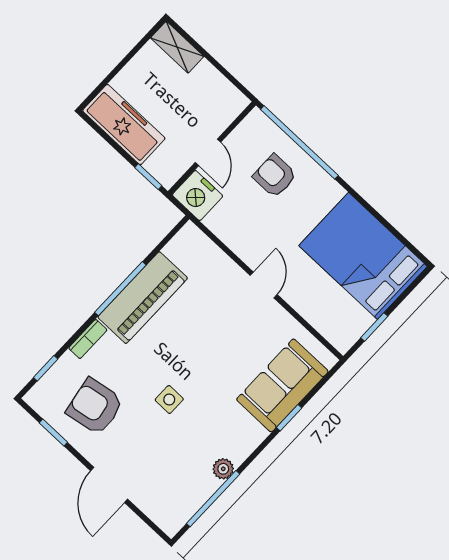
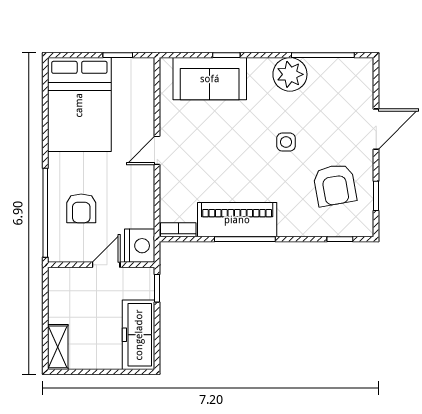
bookcase: (88, 339) -> (178, 230), moved
plant: (223, 469) -> (290, 74), width x1.88, depth x1.88

